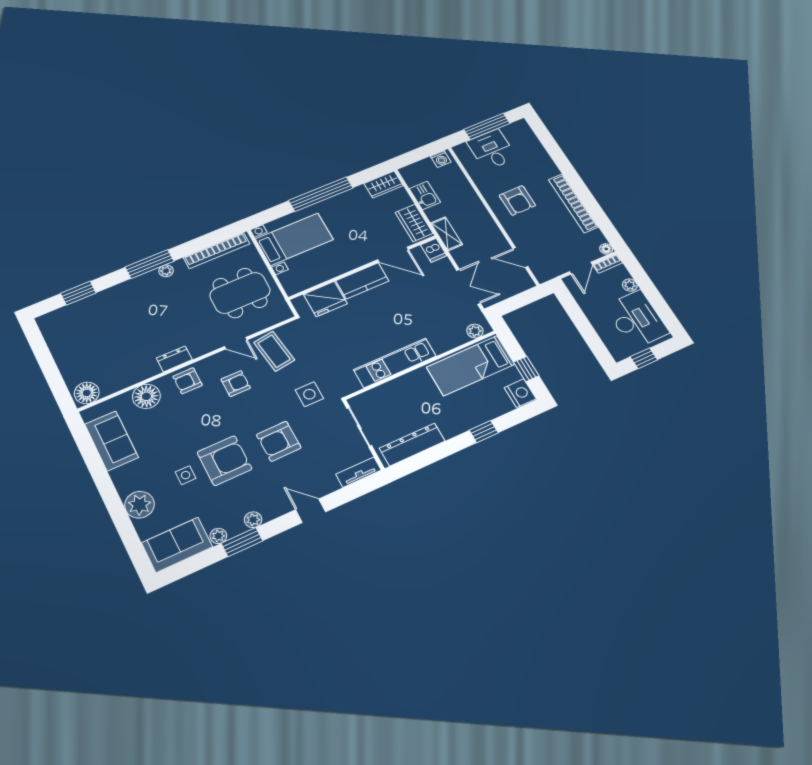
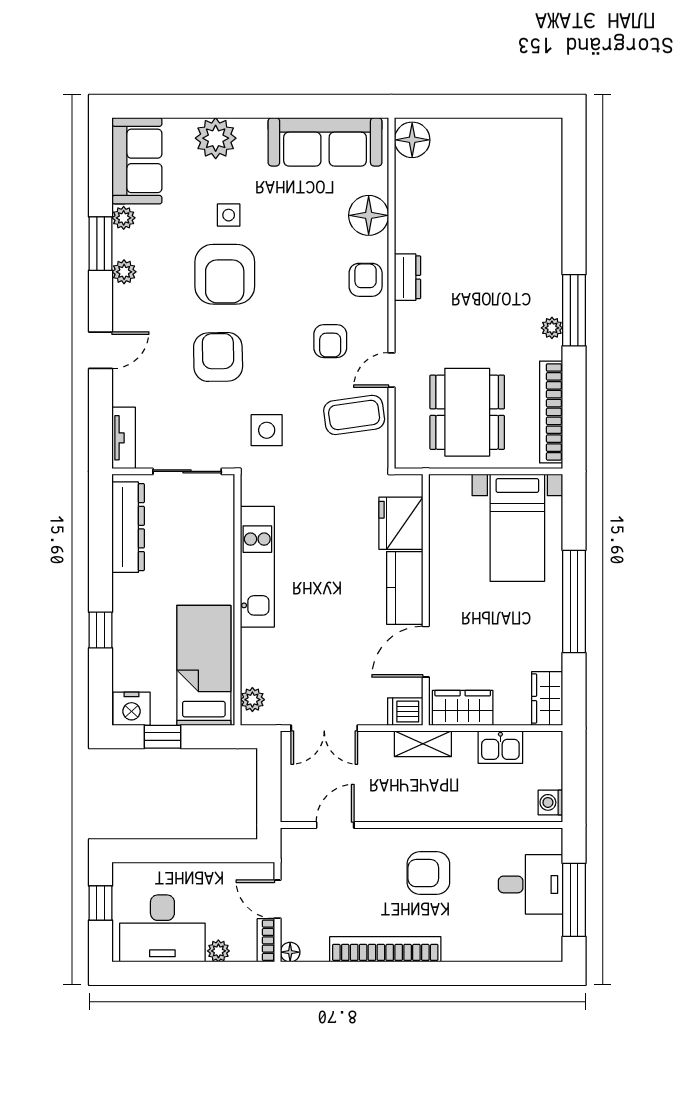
window: (78, 293) -> (574, 194), removed
sofa: (111, 441) -> (325, 142), width x1.36

